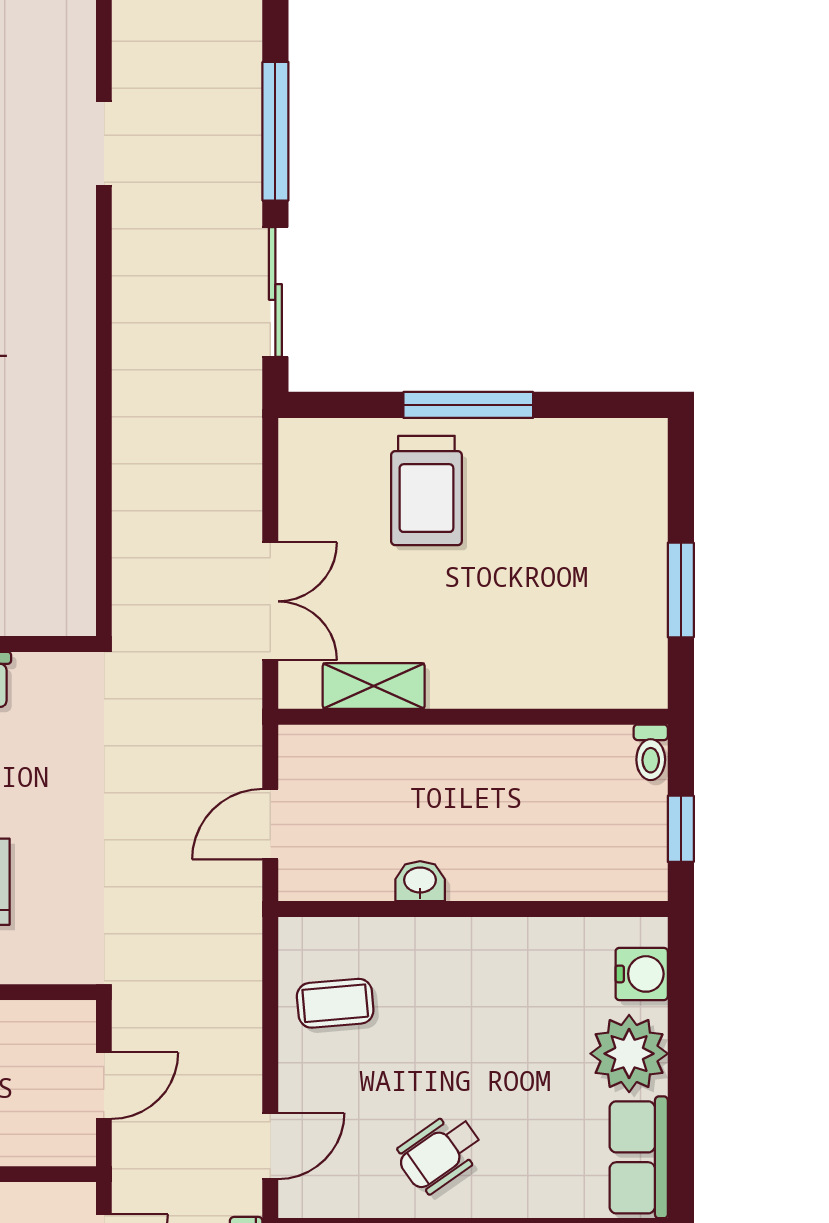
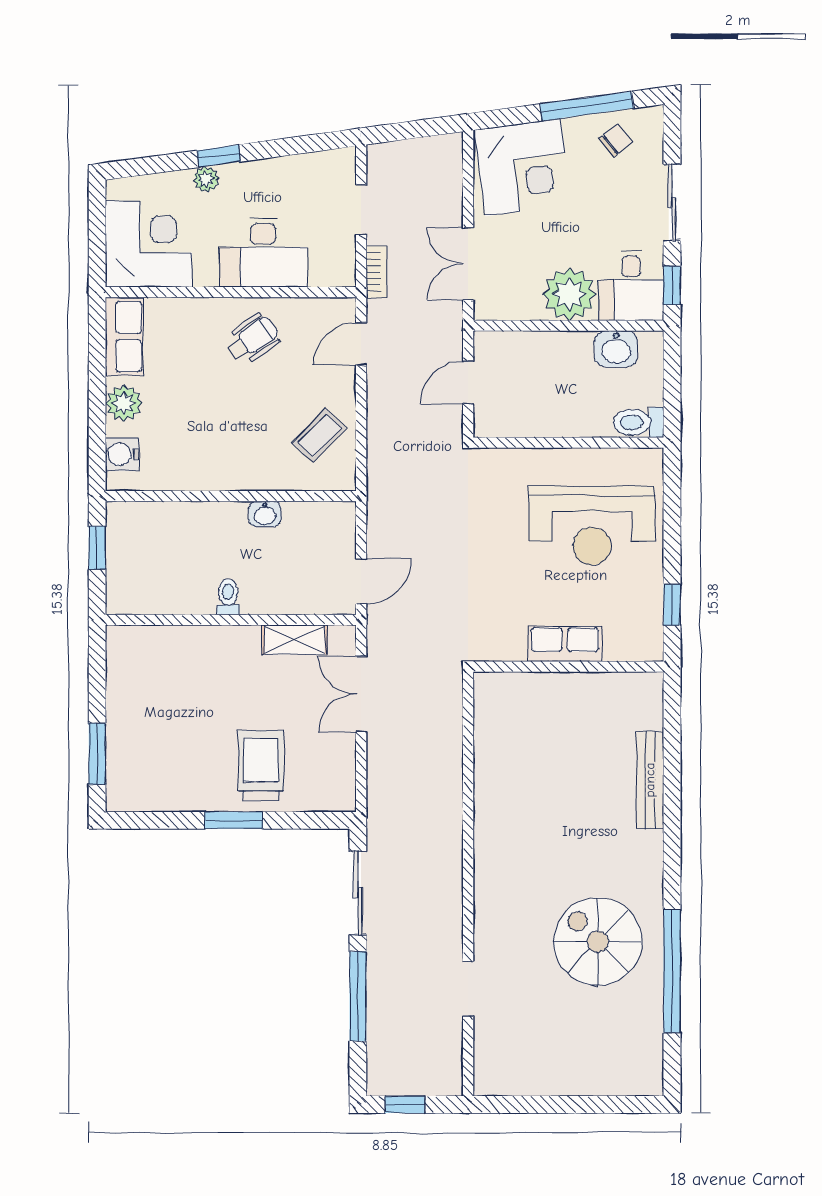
window: (468, 405) -> (234, 820), width x0.69
window: (681, 590) -> (97, 754), moved
toilet: (651, 752) -> (228, 597), moved
door: (270, 824) -> (361, 581), moved
coffee table: (335, 1003) -> (319, 436), turned -41
plant: (629, 1054) -> (124, 403), width x0.73, depth x0.73

